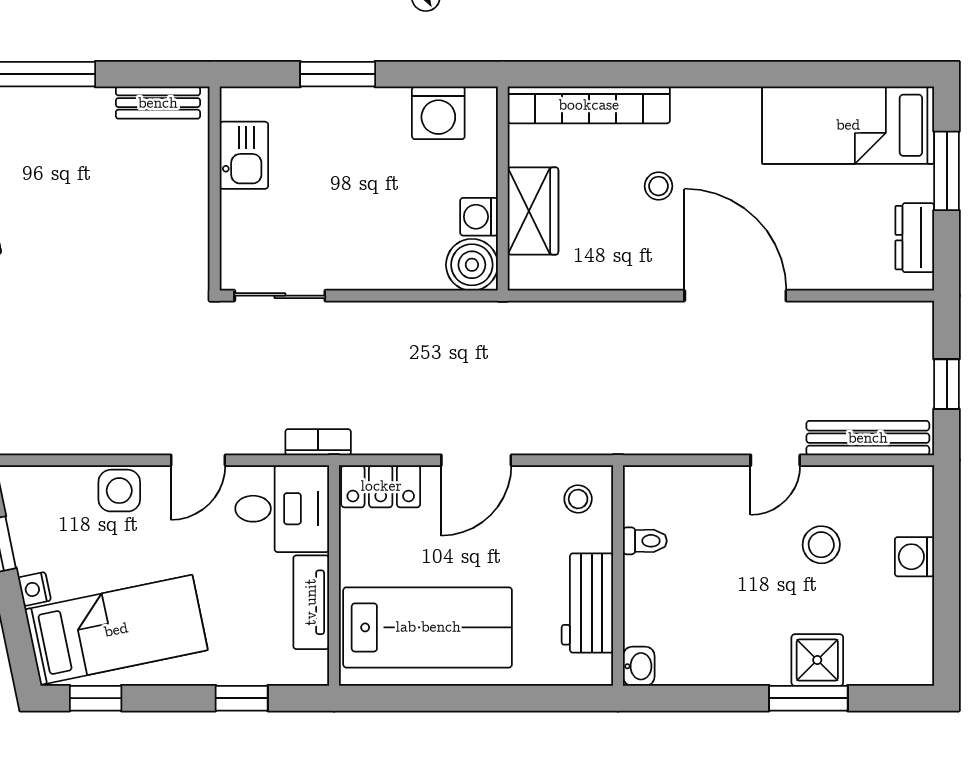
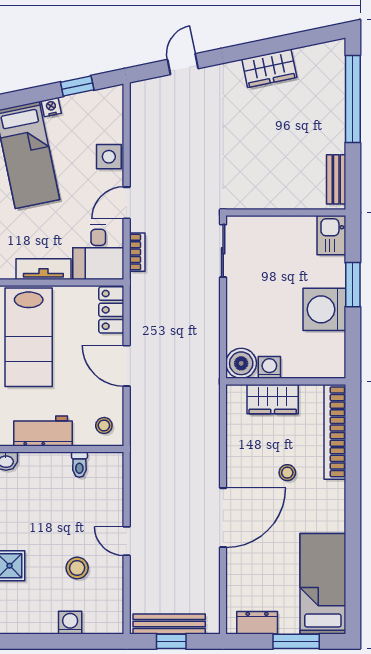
washing machine: (438, 113) -> (324, 309), moved, width x1.37, depth x1.37
kitchen sink: (244, 155) -> (331, 235), moved, turned 90
bench: (868, 438) -> (169, 624), moved, turned 90
bookcase: (318, 442) -> (137, 252), moved
door: (198, 460) -> (127, 203), hinge flipped

